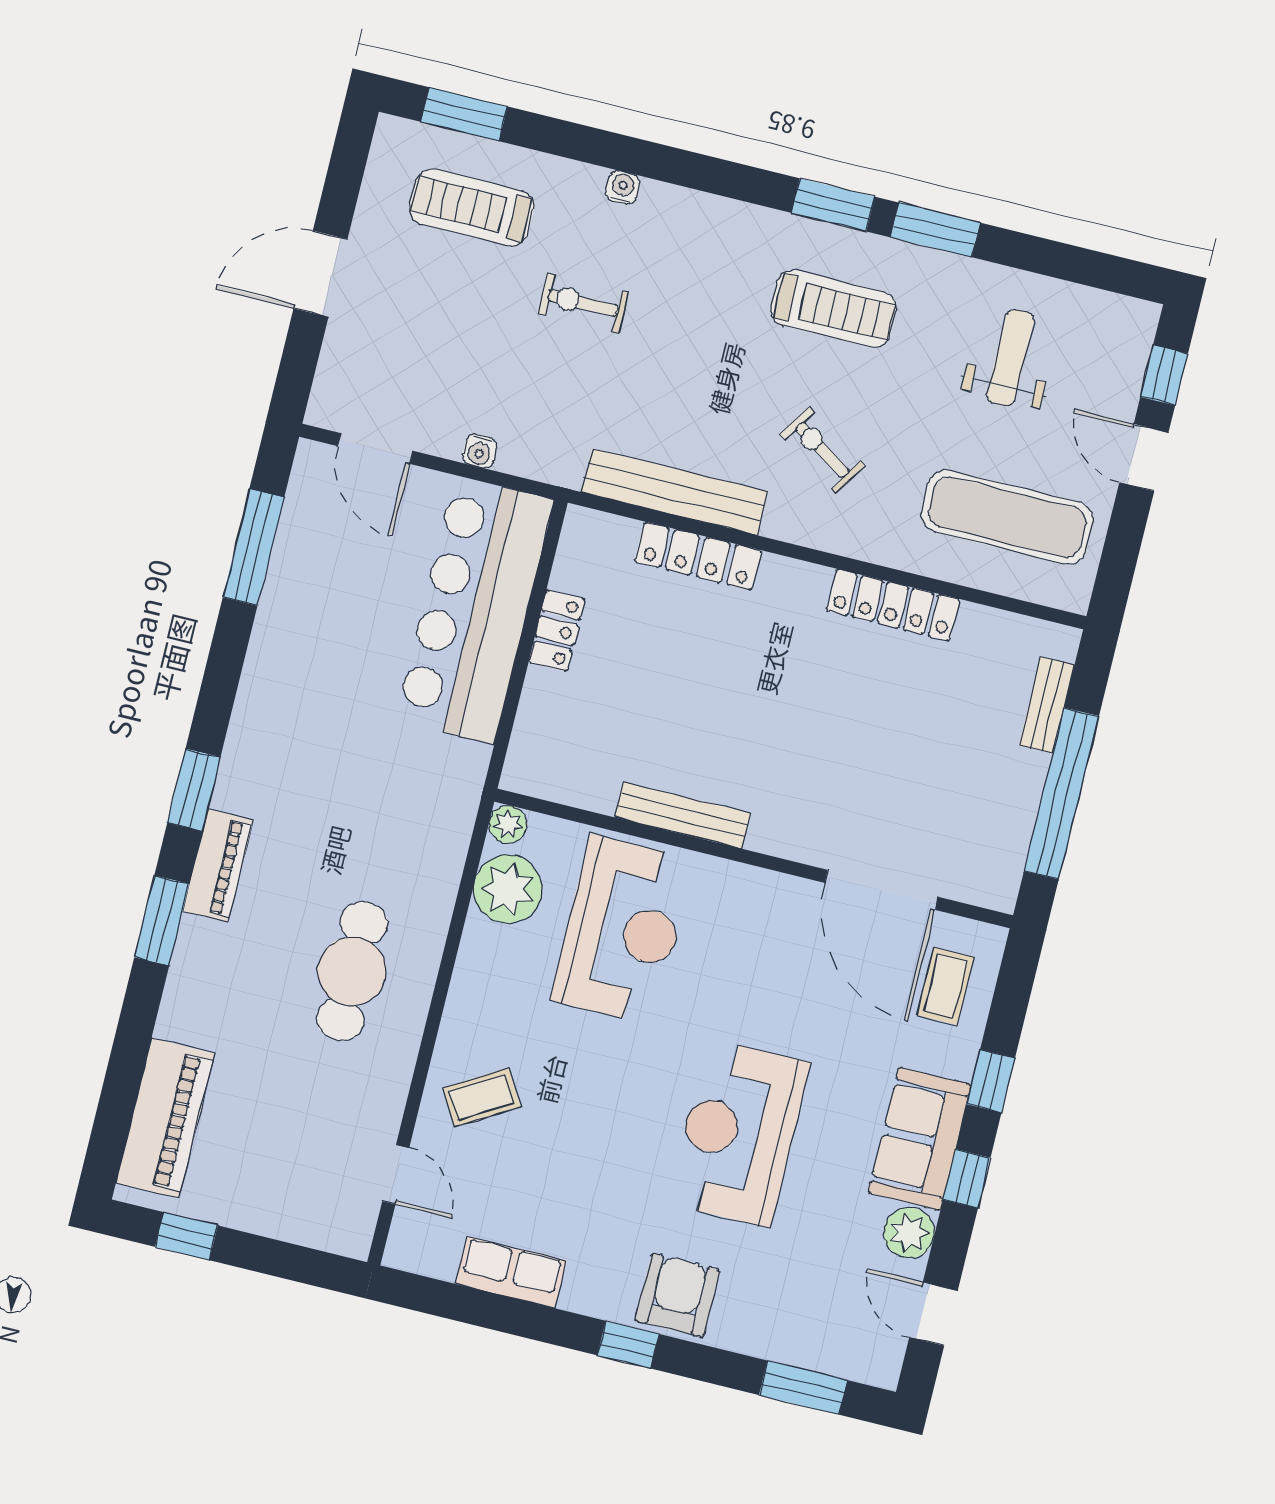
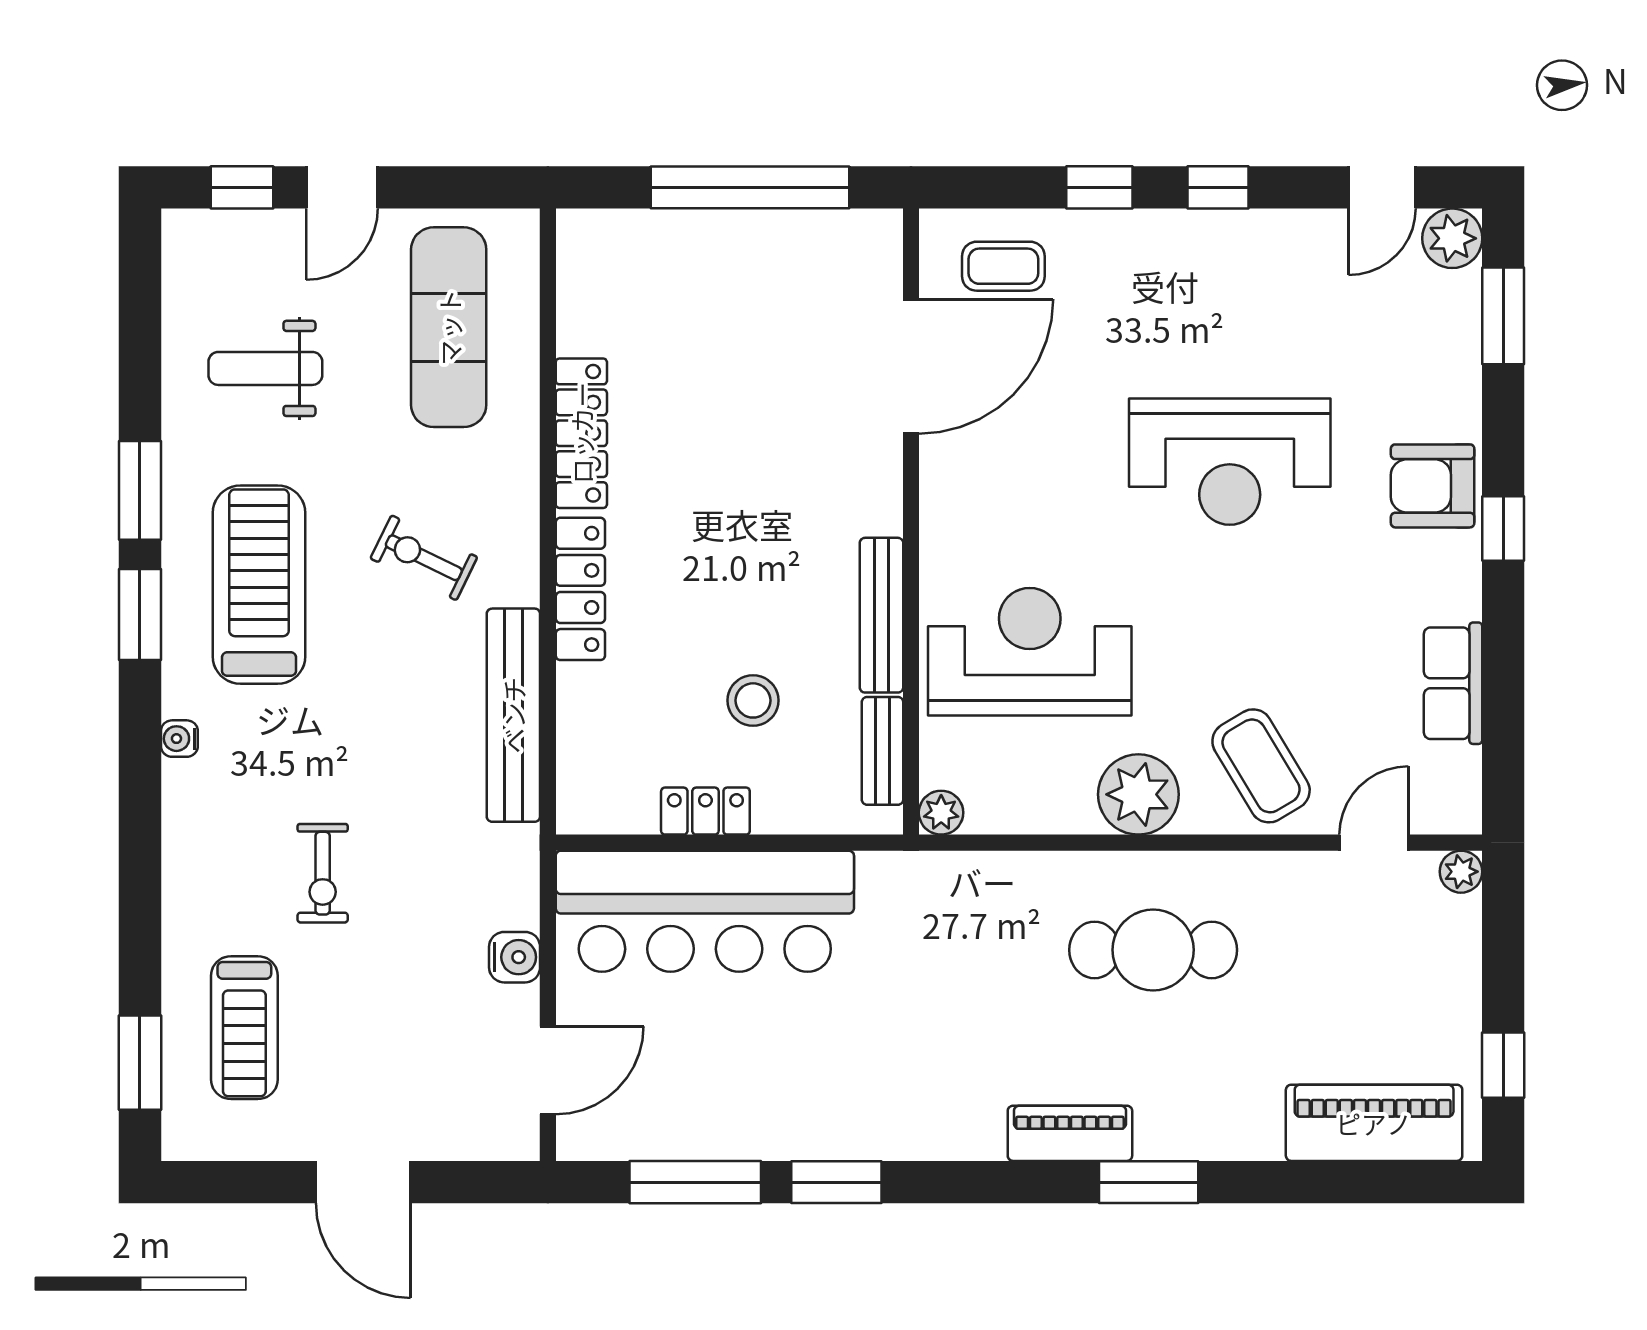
water cooler: (623, 188) -> (179, 739), moved
treadmill: (834, 309) -> (259, 585), width x1.37, depth x1.38
exercise bike: (822, 450) -> (424, 558), turned 83
water cooler: (480, 451) -> (515, 957), width x1.38, depth x1.38
locker: (698, 556) -> (580, 589), moved
stool: (638, 692) -> (753, 700), added
bench: (1047, 705) -> (883, 751), moved, turned 90
window: (194, 790) -> (836, 1182), moved
plant: (508, 889) -> (1138, 794), moved
coffee table: (482, 1097) -> (1261, 766), width x1.36, depth x1.30
sofa: (920, 1139) -> (1185, 253), removed
plant: (909, 1233) -> (1452, 238), moved
plant: (354, 1240) -> (1461, 872), added

